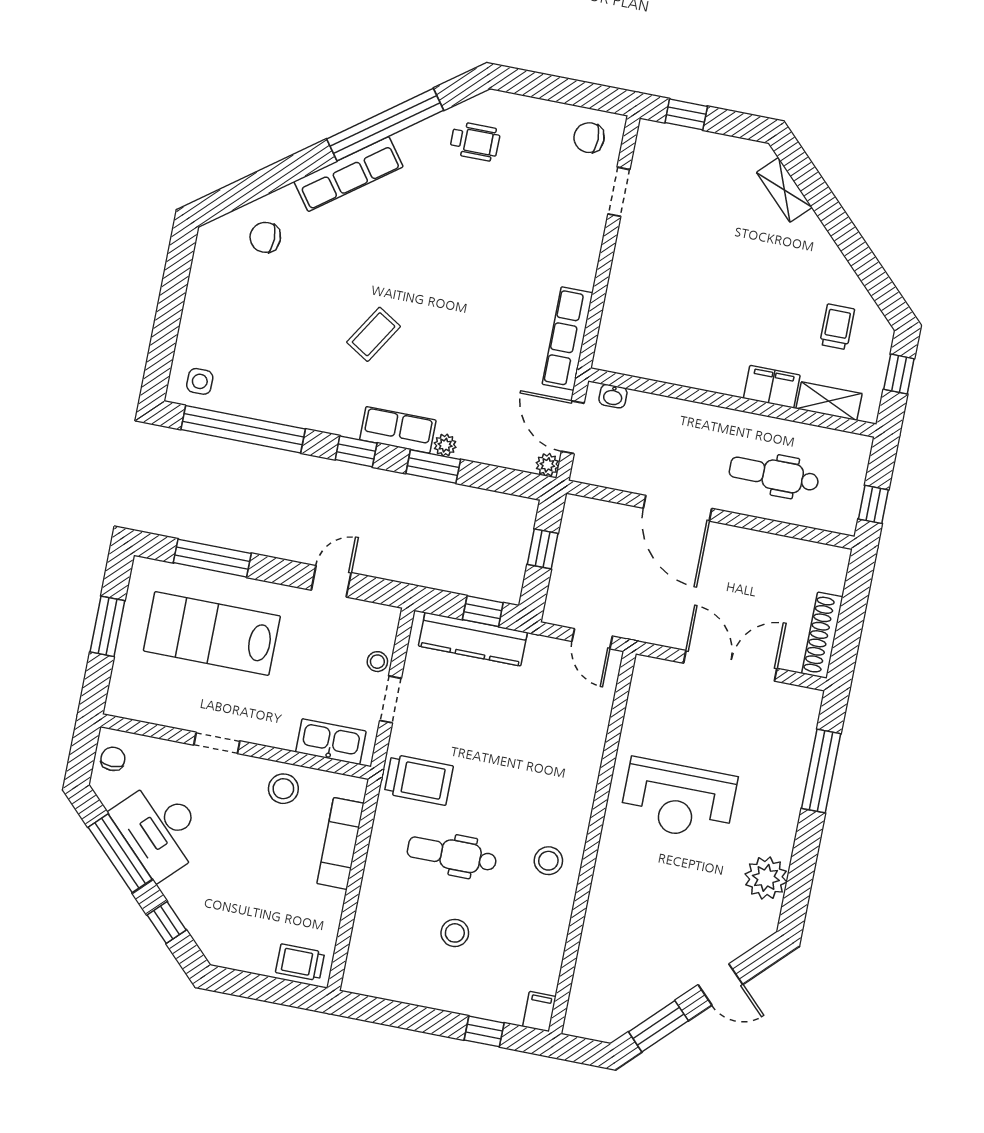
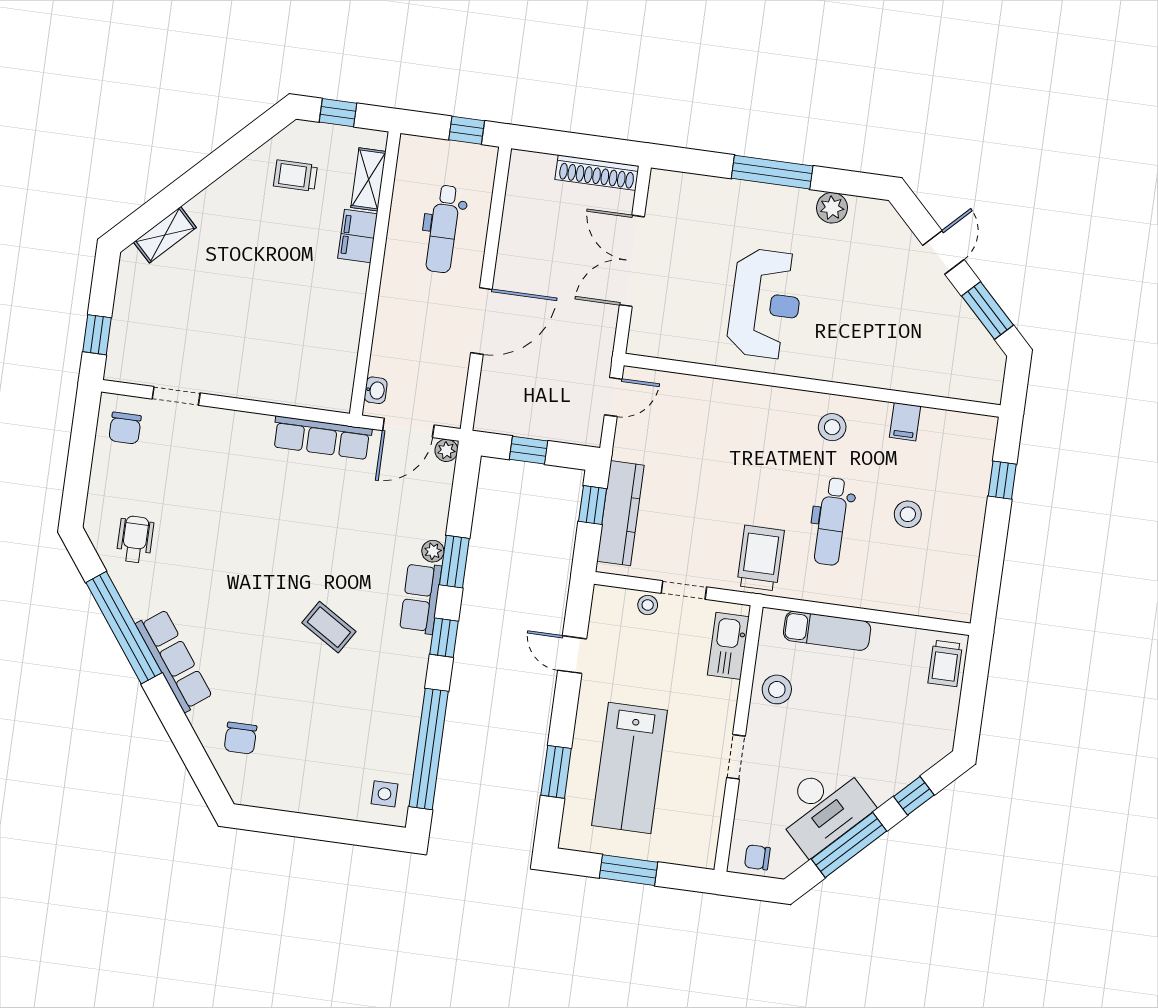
window: (212, 558) -> (556, 772), width x0.69
window: (821, 771) -> (772, 172), moved
plant: (766, 878) -> (832, 208), width x0.73, depth x0.73
filing cabinet: (539, 1012) -> (905, 422), moved, turned -90

